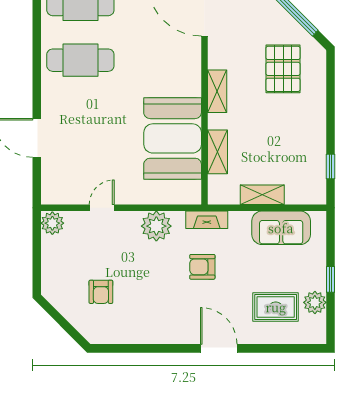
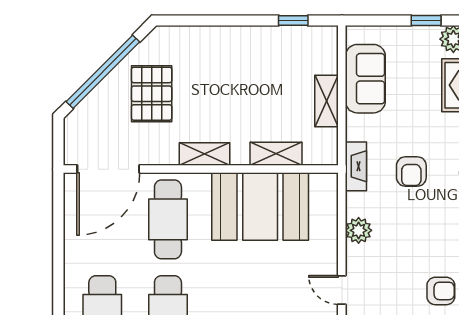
cafe table: (162, 60) -> (168, 219), added
pallet: (283, 69) -> (152, 94), moved, turned 90
plant: (156, 226) -> (359, 230), width x0.73, depth x0.73

